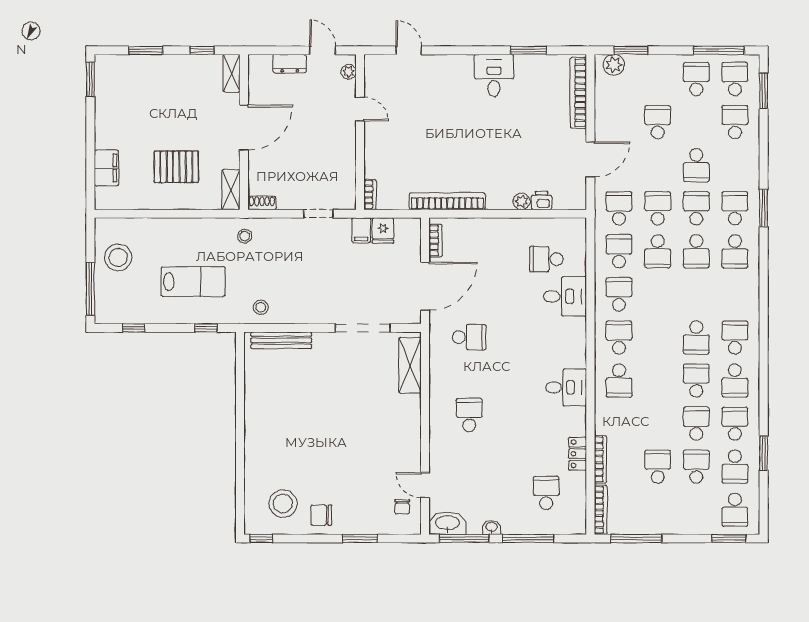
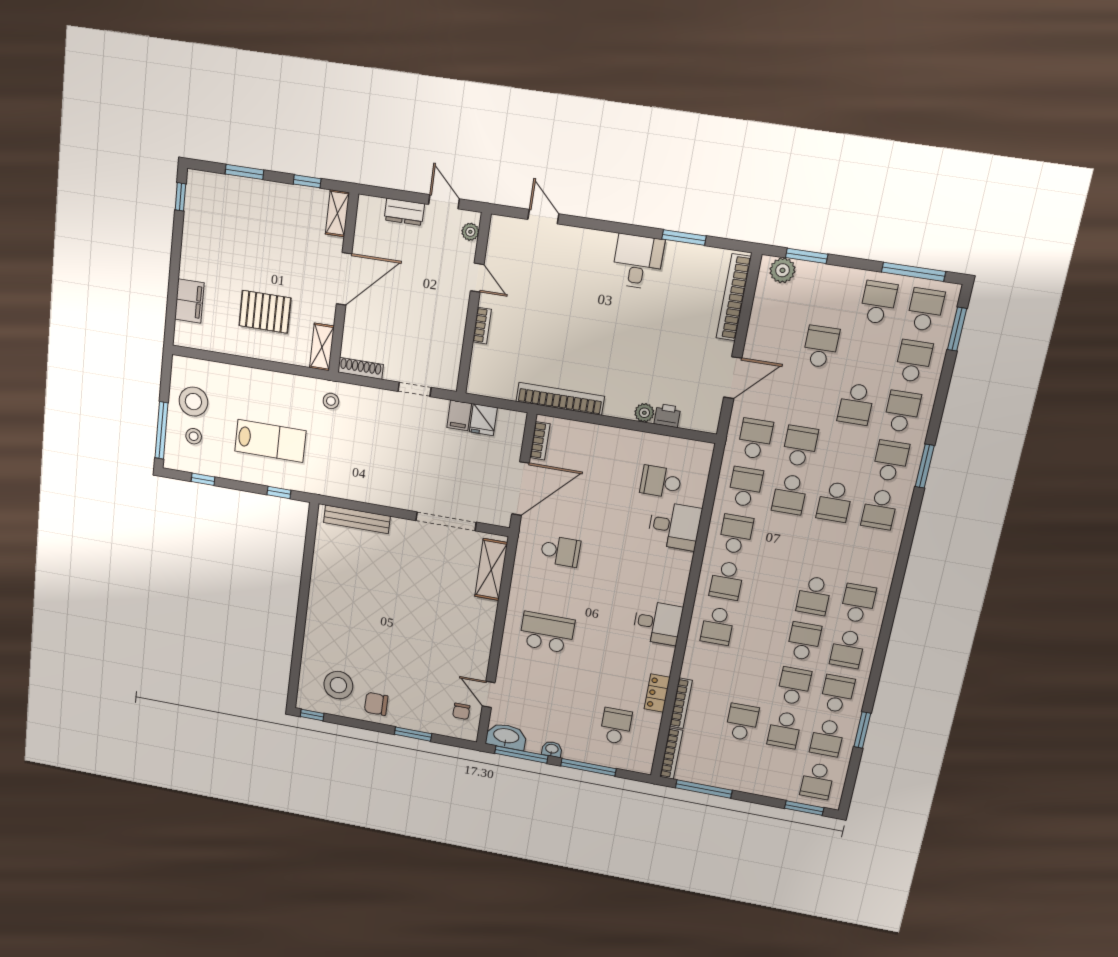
window: (90, 79) -> (180, 197), width x0.67
bookcase: (370, 195) -> (482, 326), moved
shoe rack: (262, 203) -> (361, 368), width x1.43
school desk: (696, 208) -> (902, 411), moved
stool: (261, 307) -> (194, 436), moved
school desk: (619, 337) -> (727, 580), turned 180
school desk: (469, 415) -> (547, 632), width x1.85
school desk: (696, 467) -> (784, 730), turned 180

